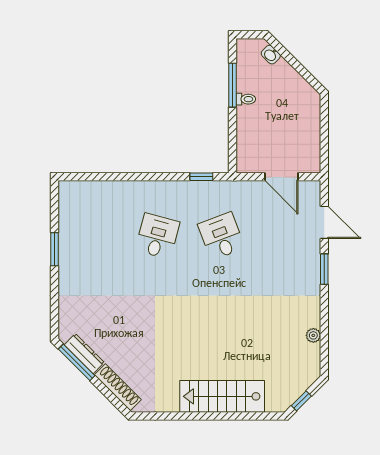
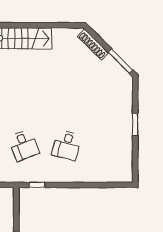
window: (55, 249) -> (135, 124), moved
dresser: (84, 354) -> (115, 67), removed

